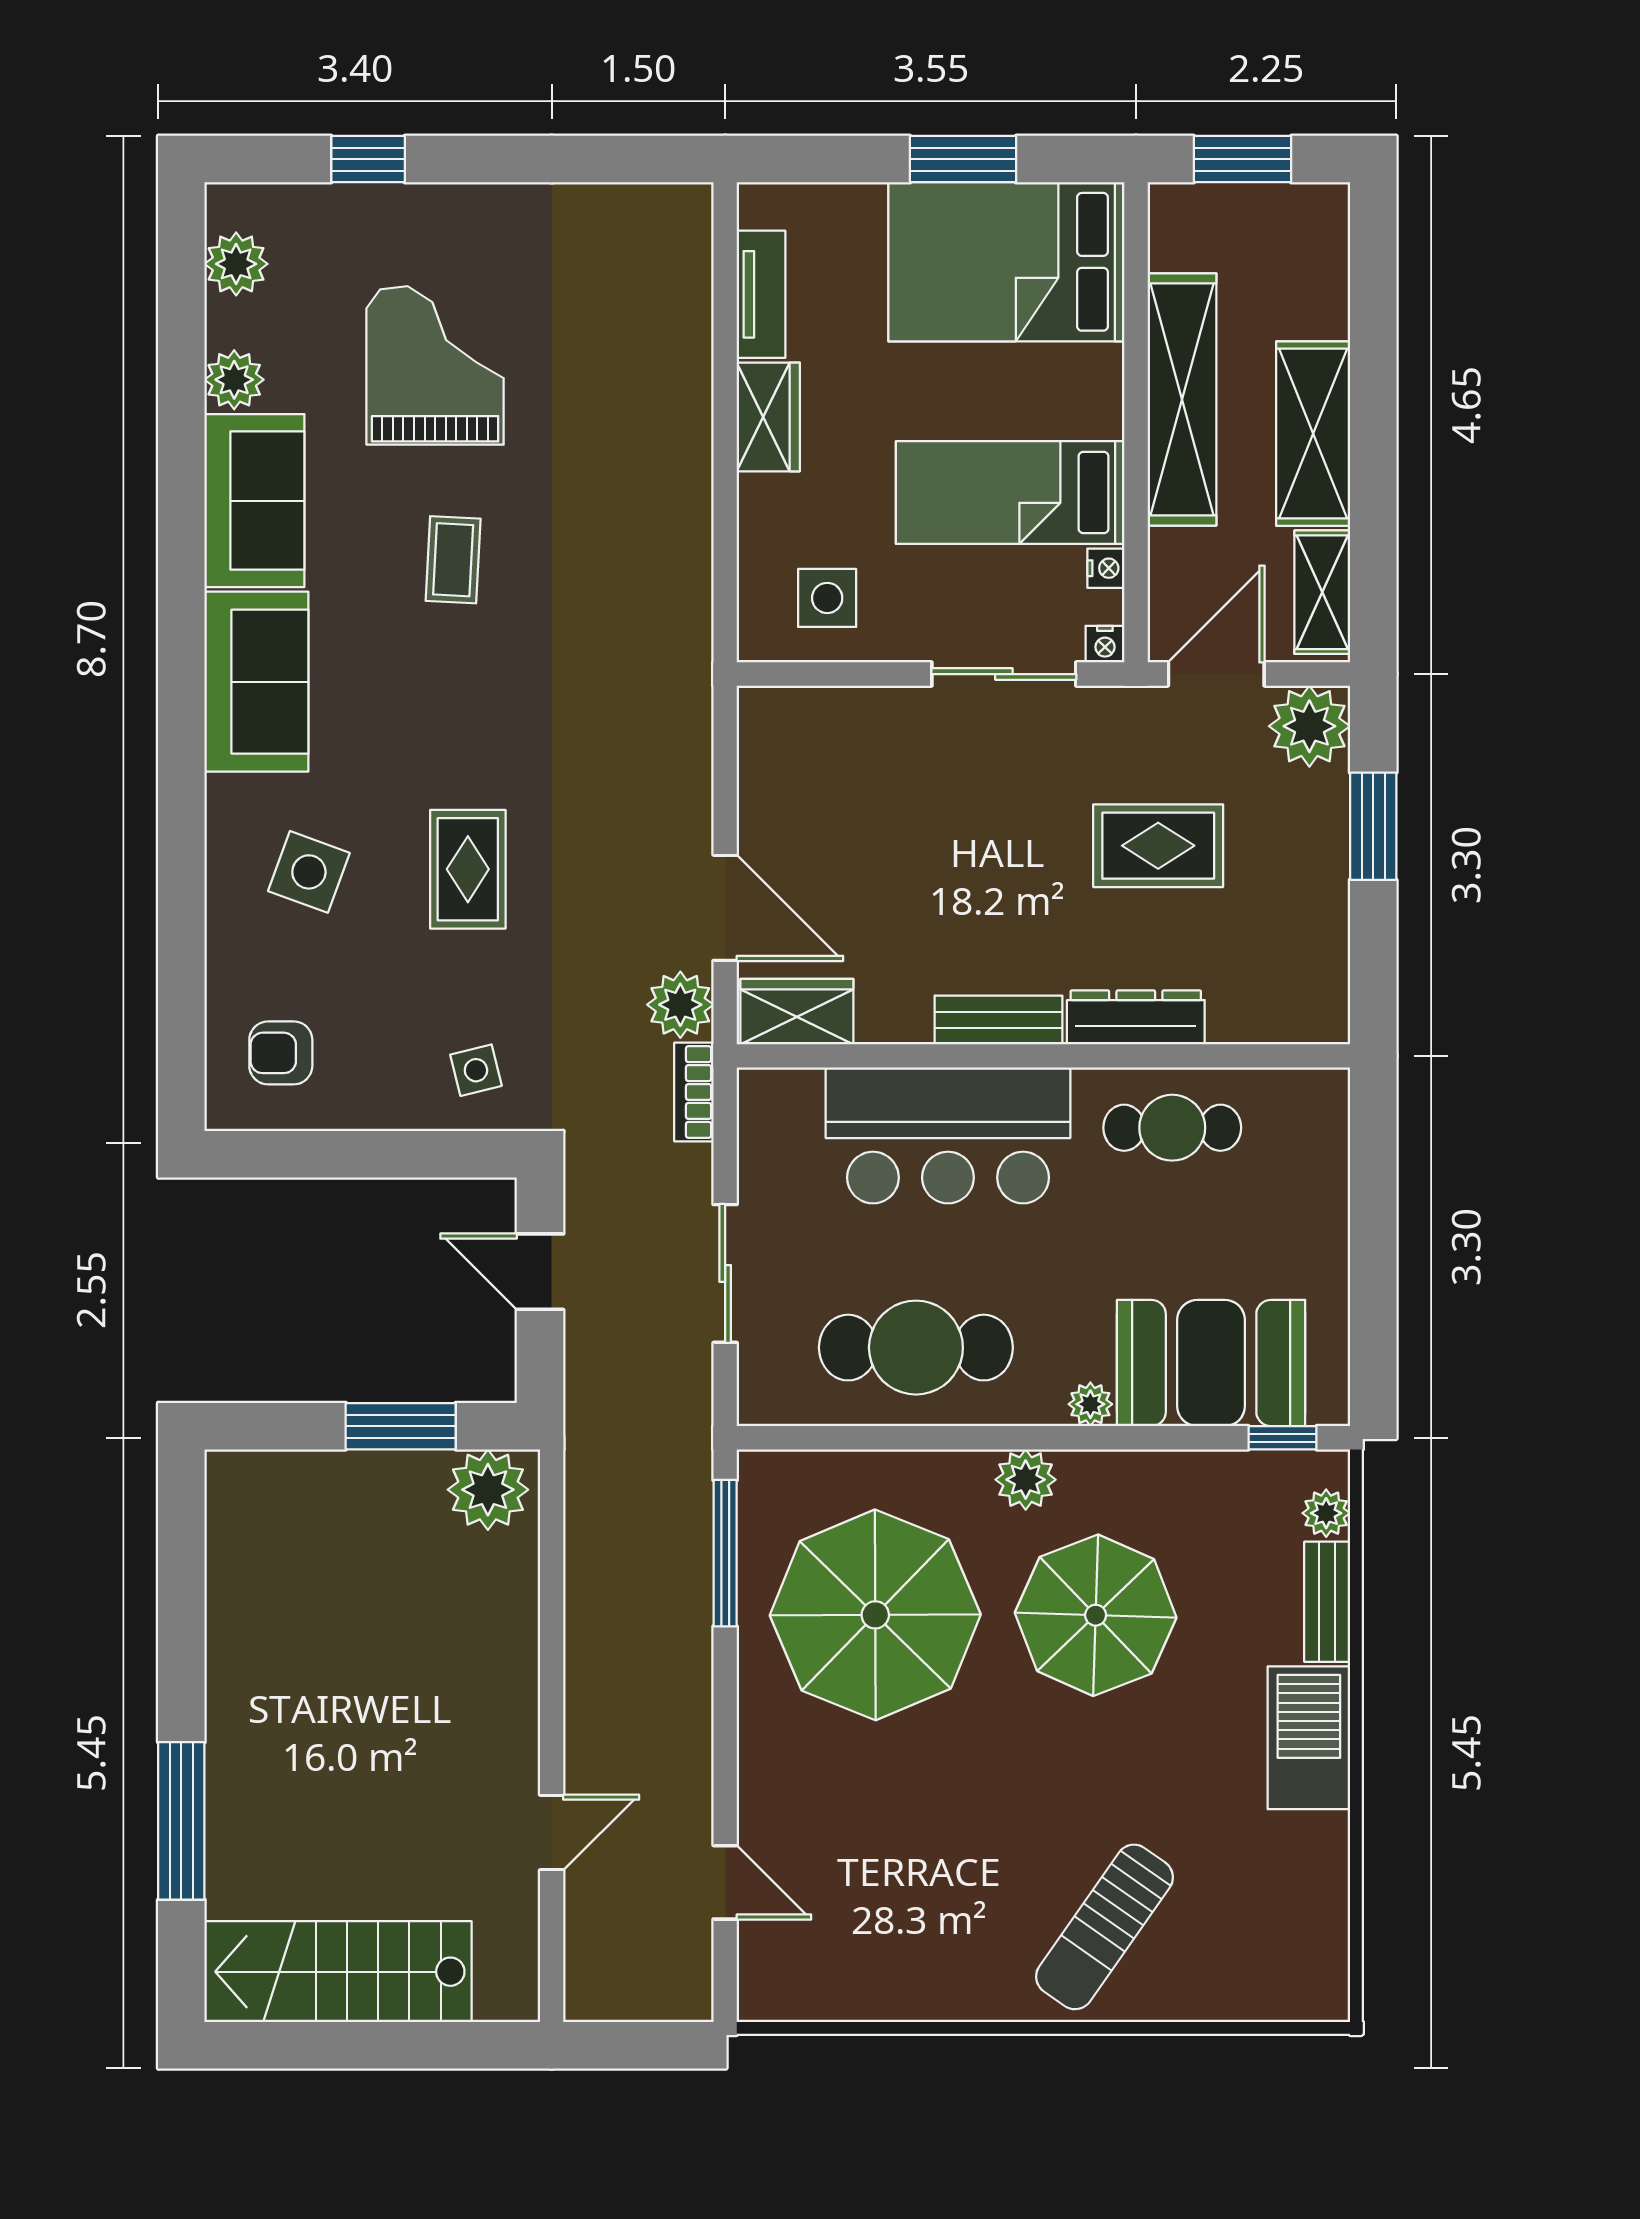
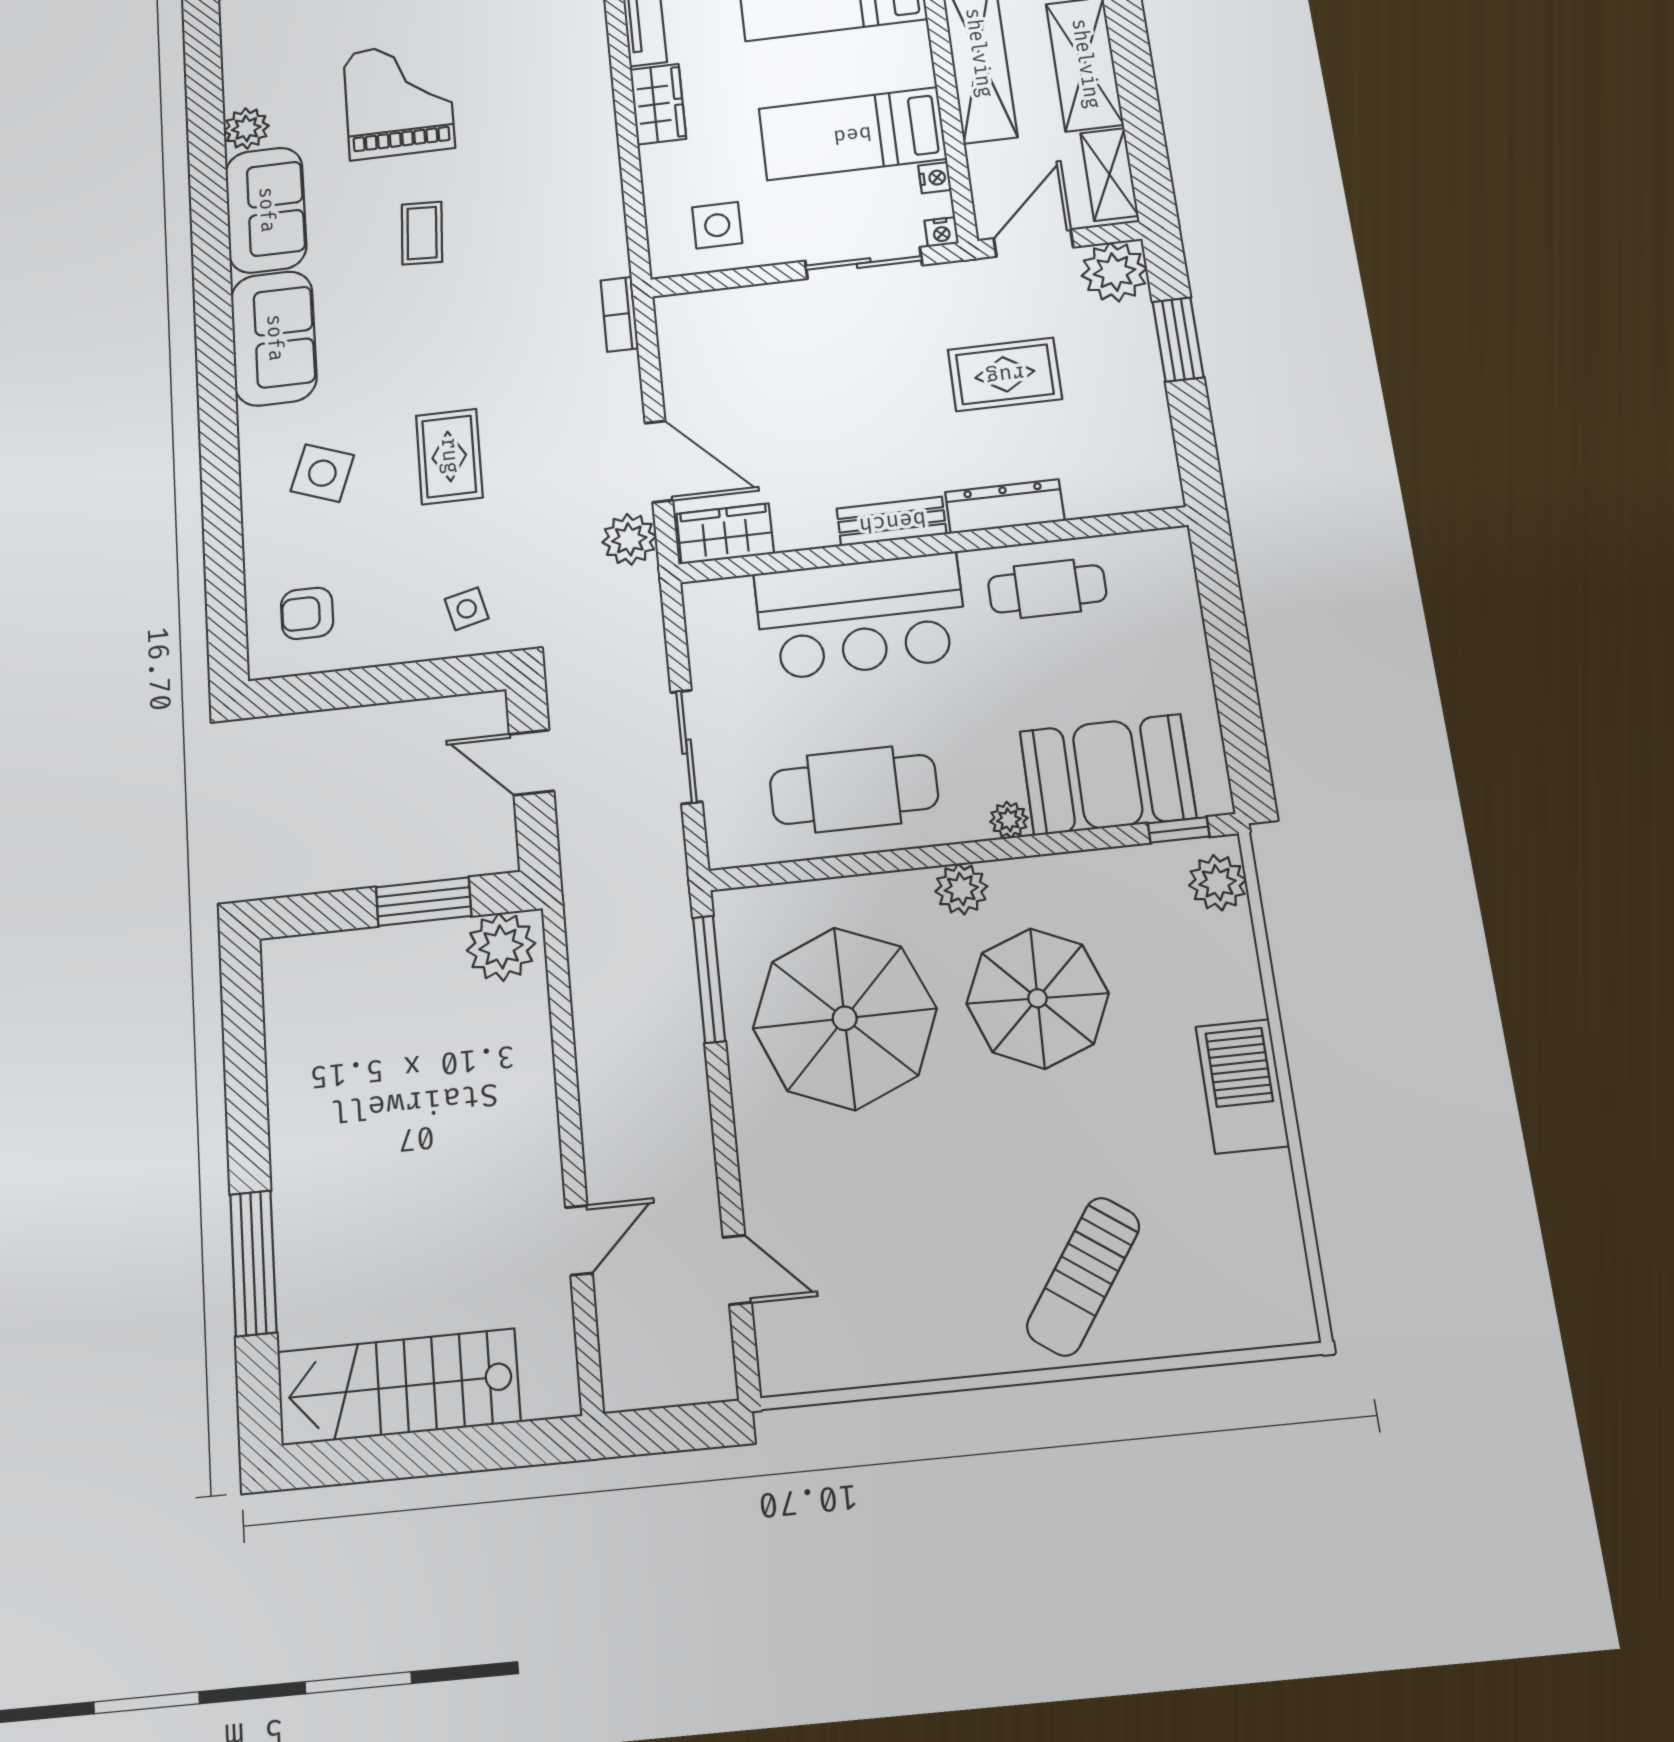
plant: (236, 264) -> (244, 50), removed
bookcase: (694, 1092) -> (619, 314), moved
plant: (1326, 1513) -> (1218, 883), width x1.38, depth x1.38
bench: (1327, 1602) -> (1240, 965), removed

